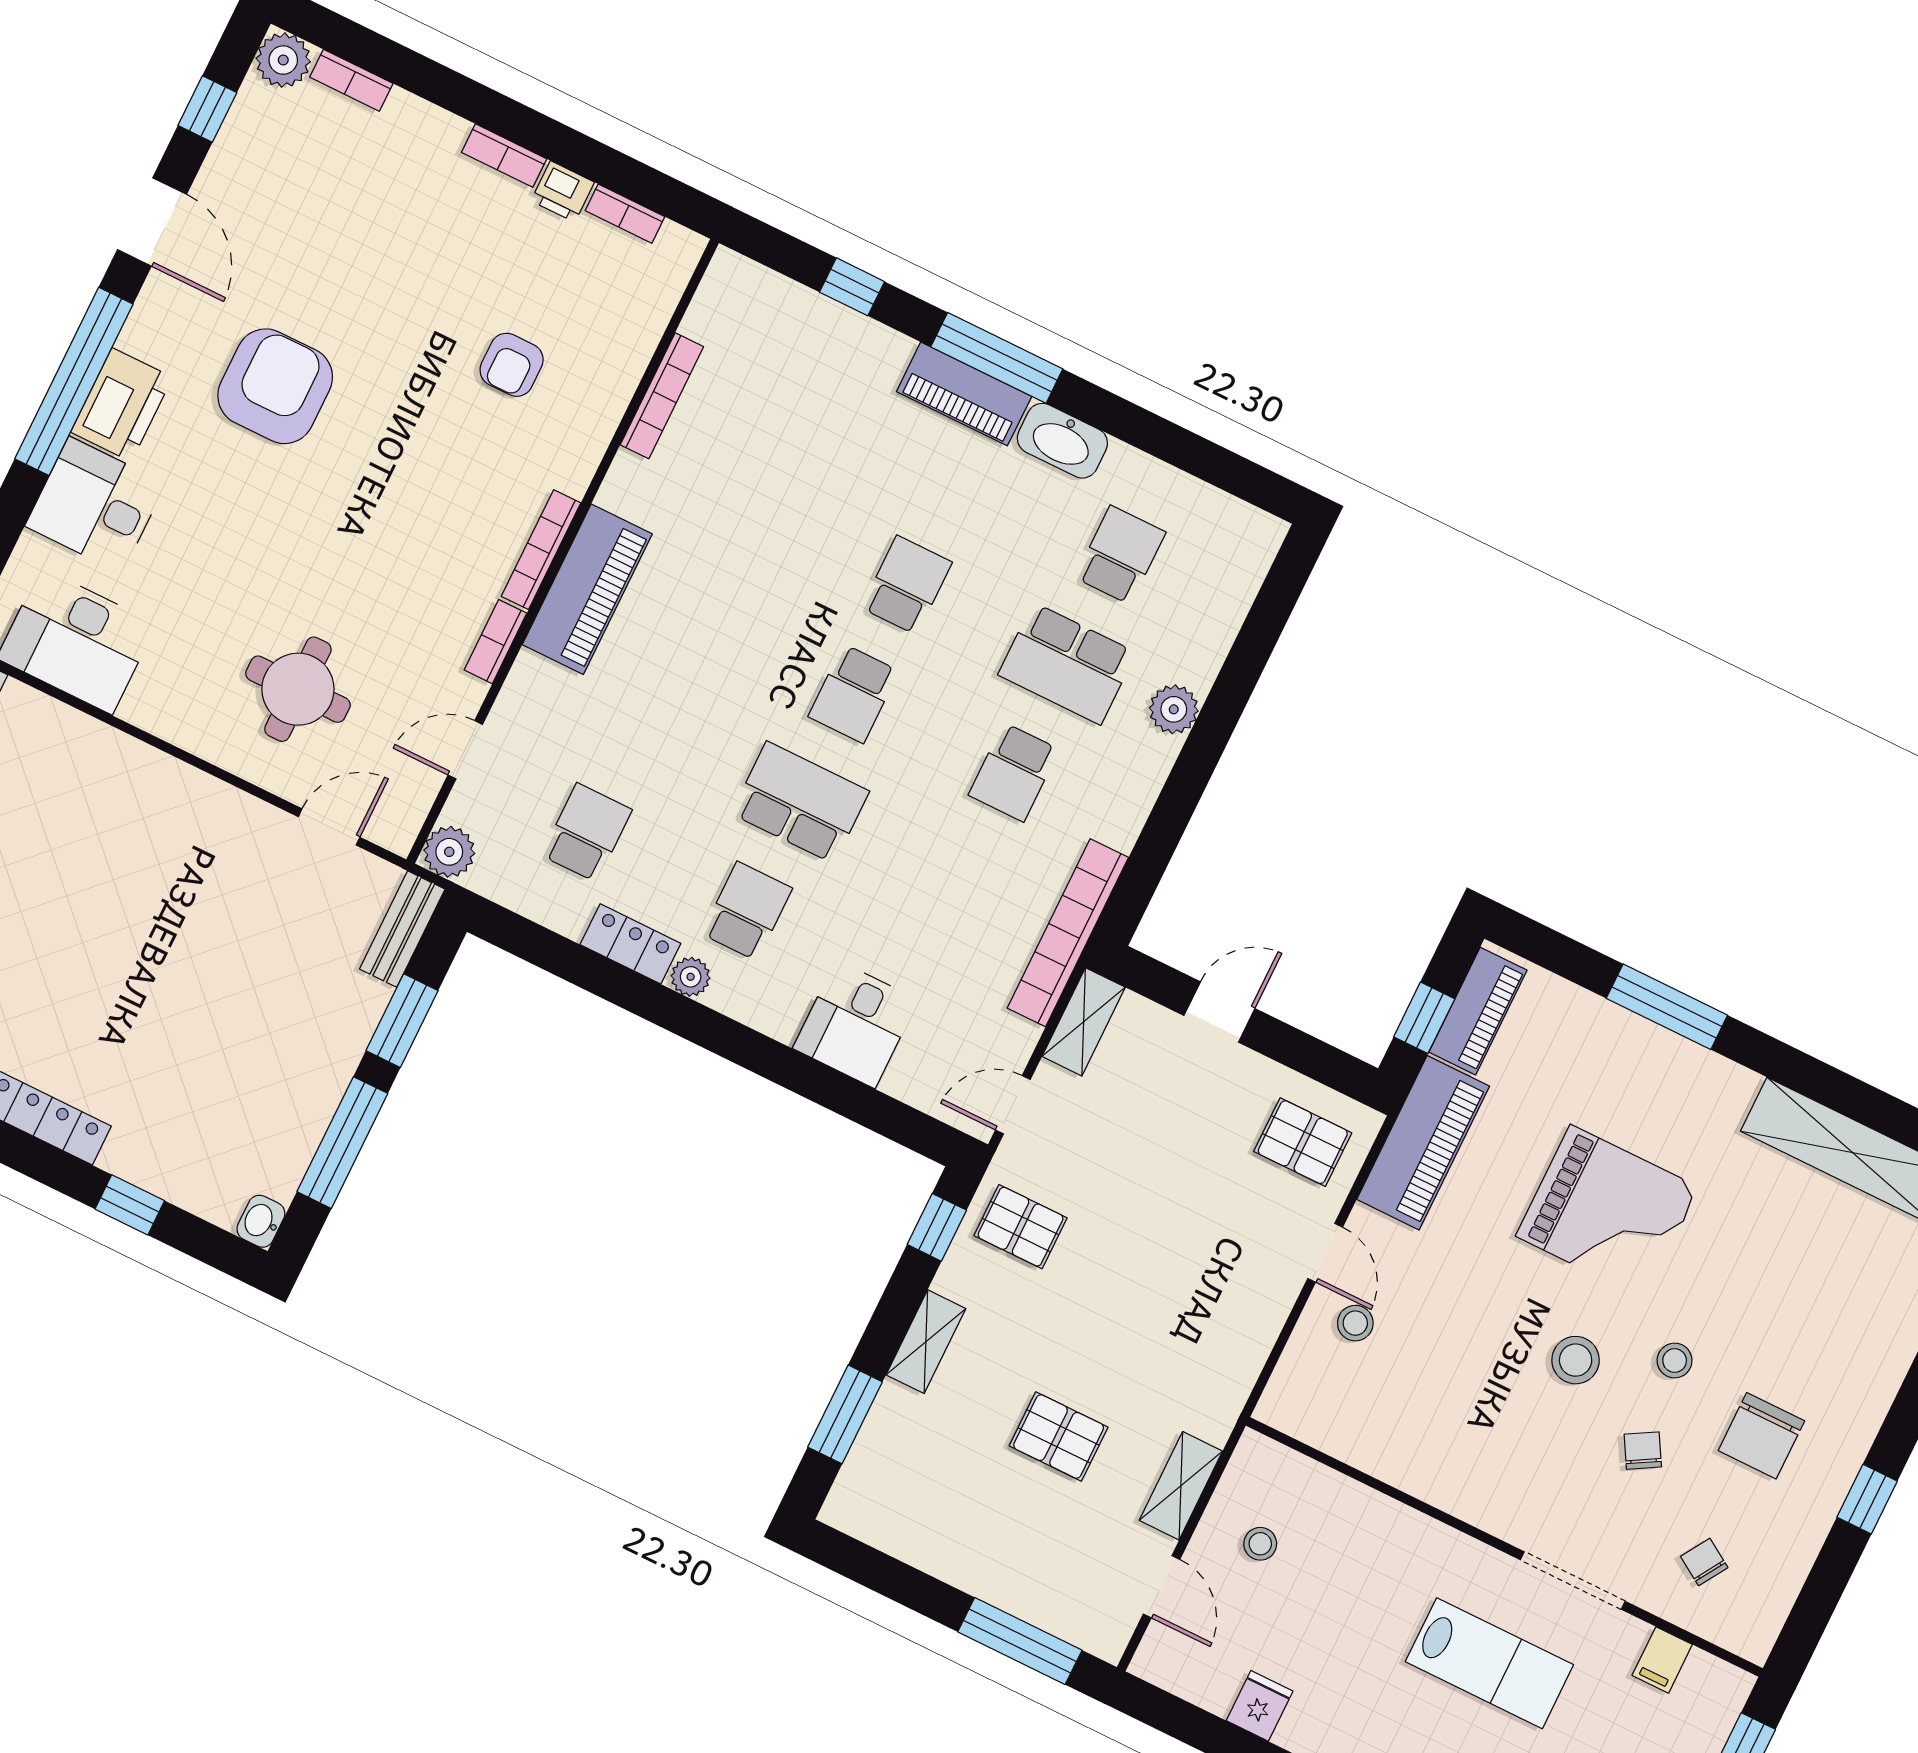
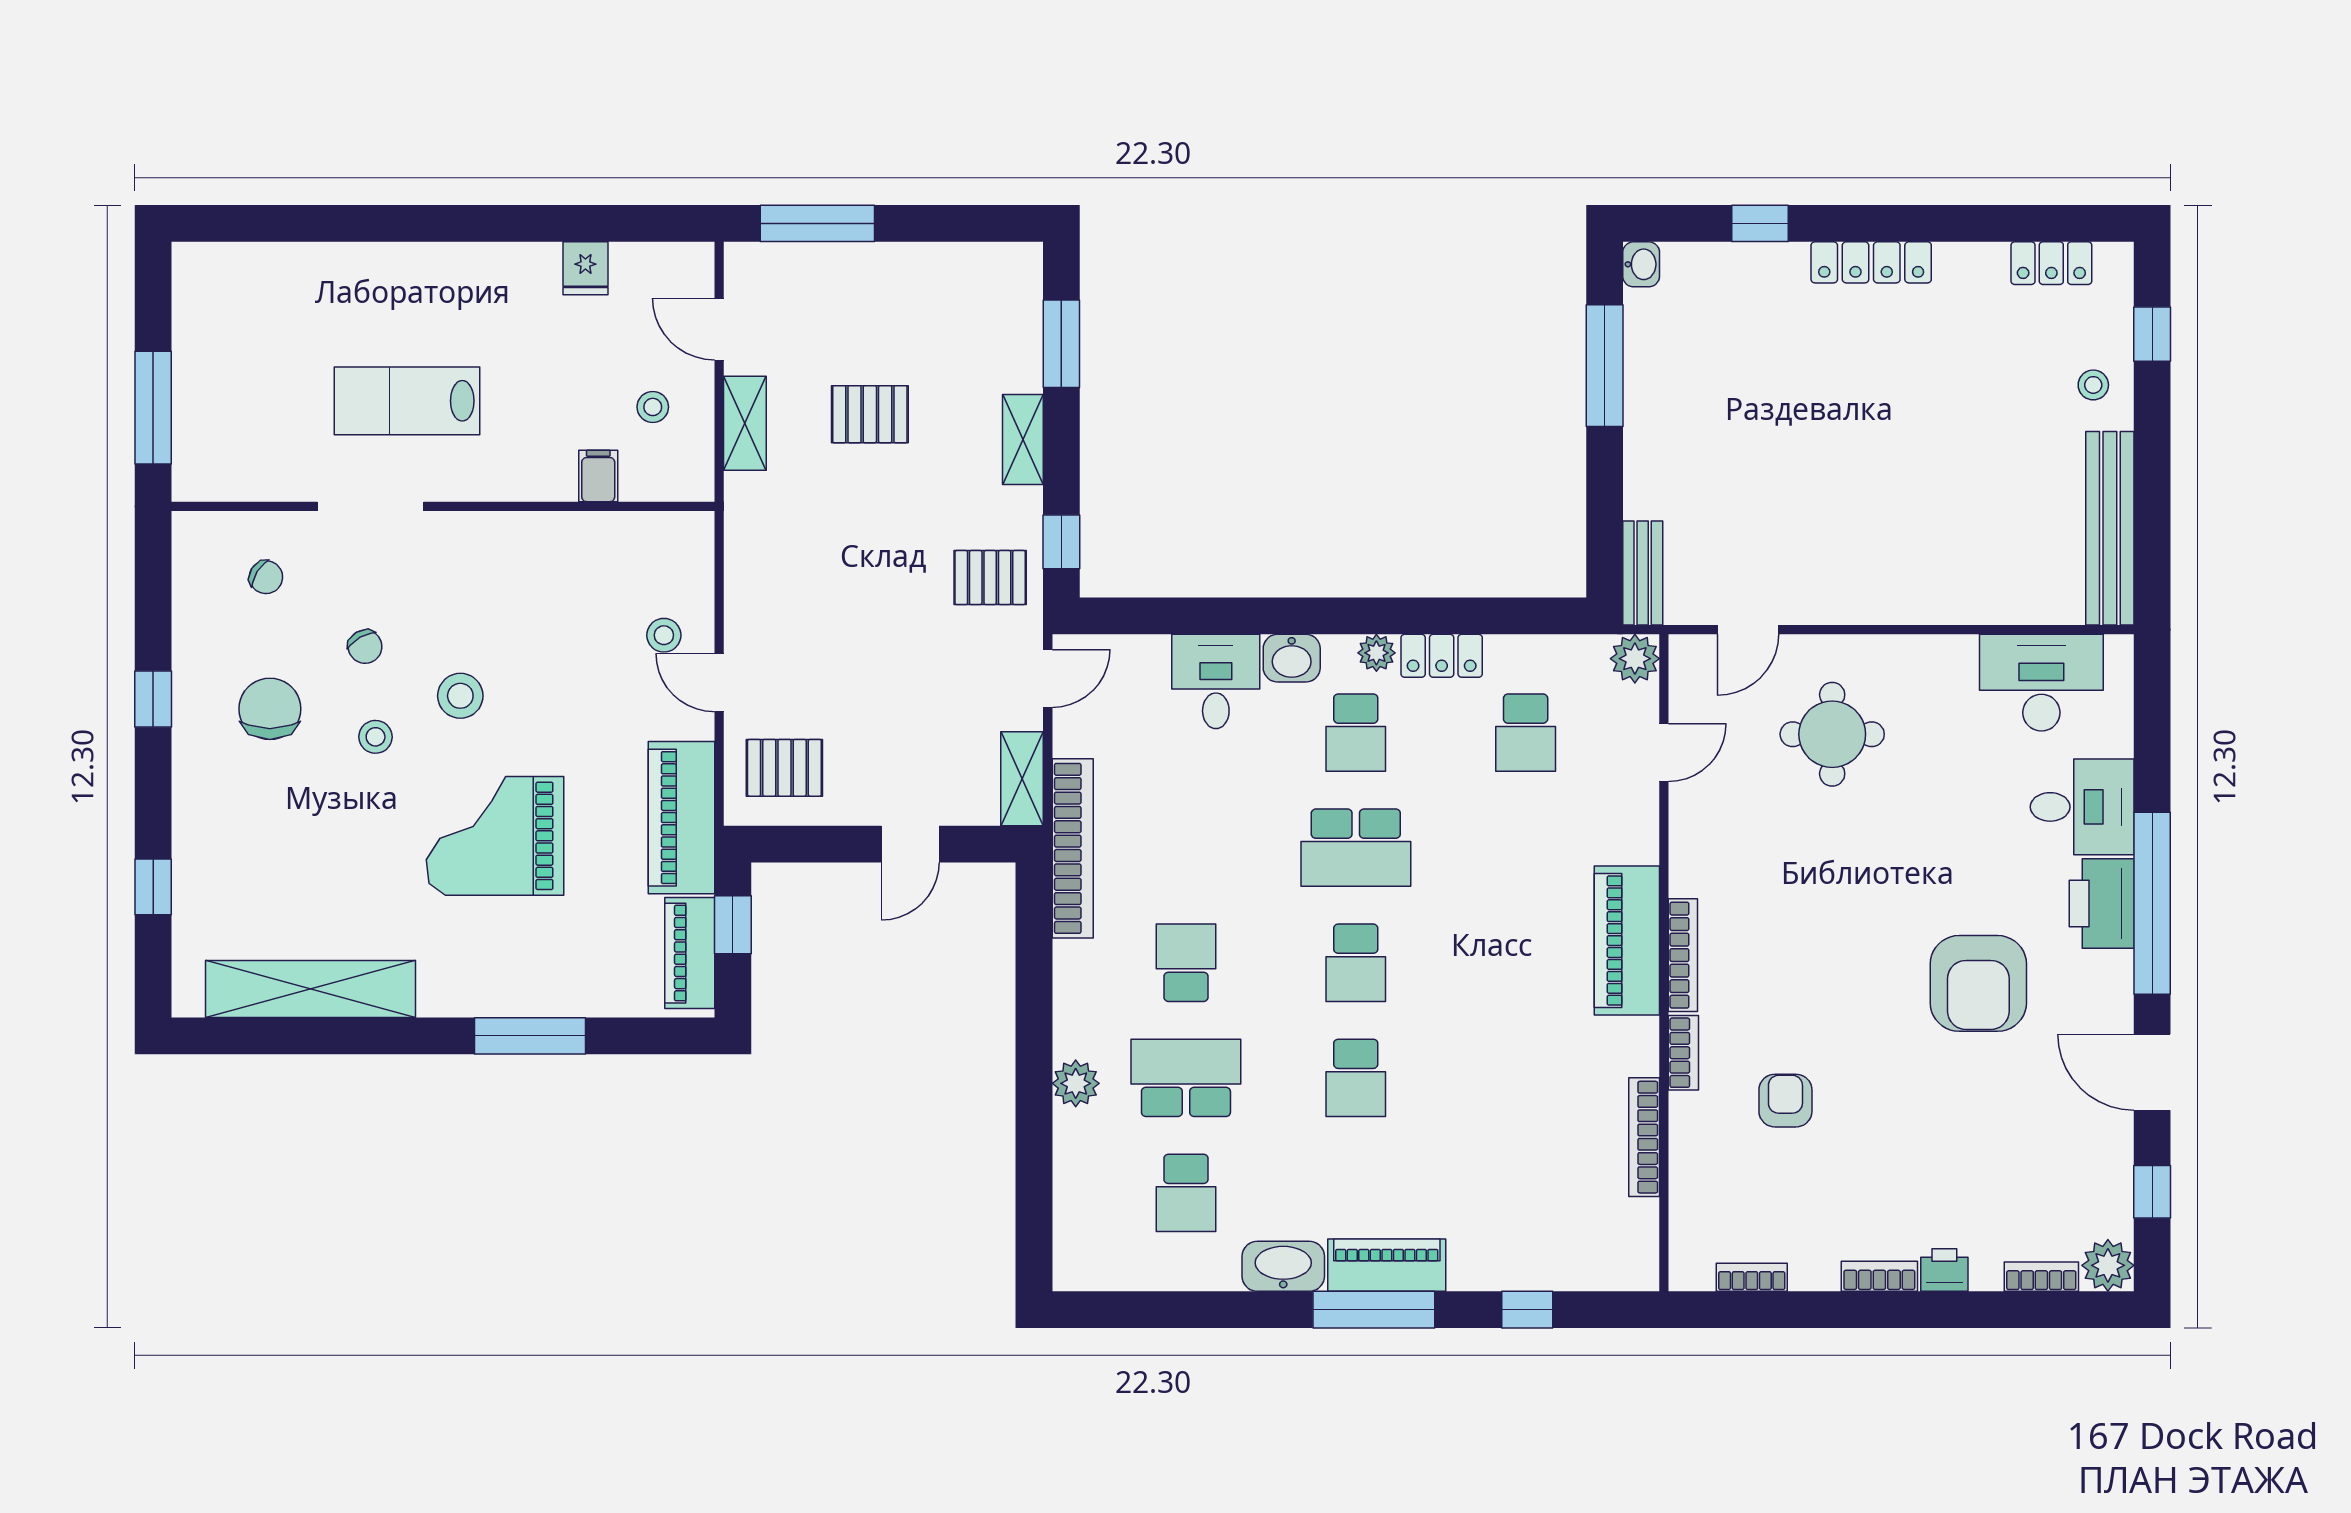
printer: (563, 191) -> (1944, 1270), moved
bookcase: (495, 642) -> (1683, 1053), moved
school desk: (853, 694) -> (1356, 963), turned 180
washbasin: (773, 1011) -> (1292, 658), added
window: (402, 1021) -> (1605, 495), removed
filing cabinet: (1662, 1660) -> (598, 476), moved

